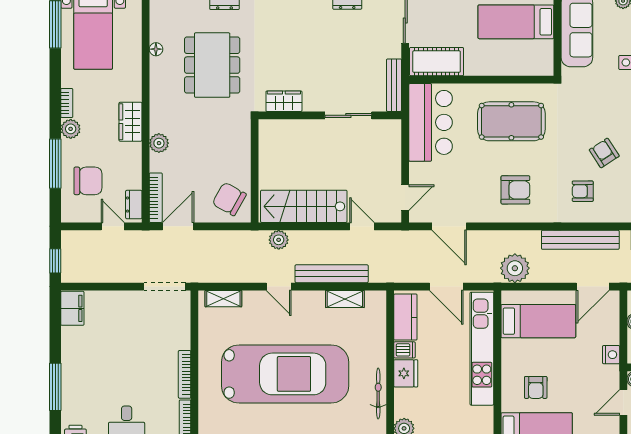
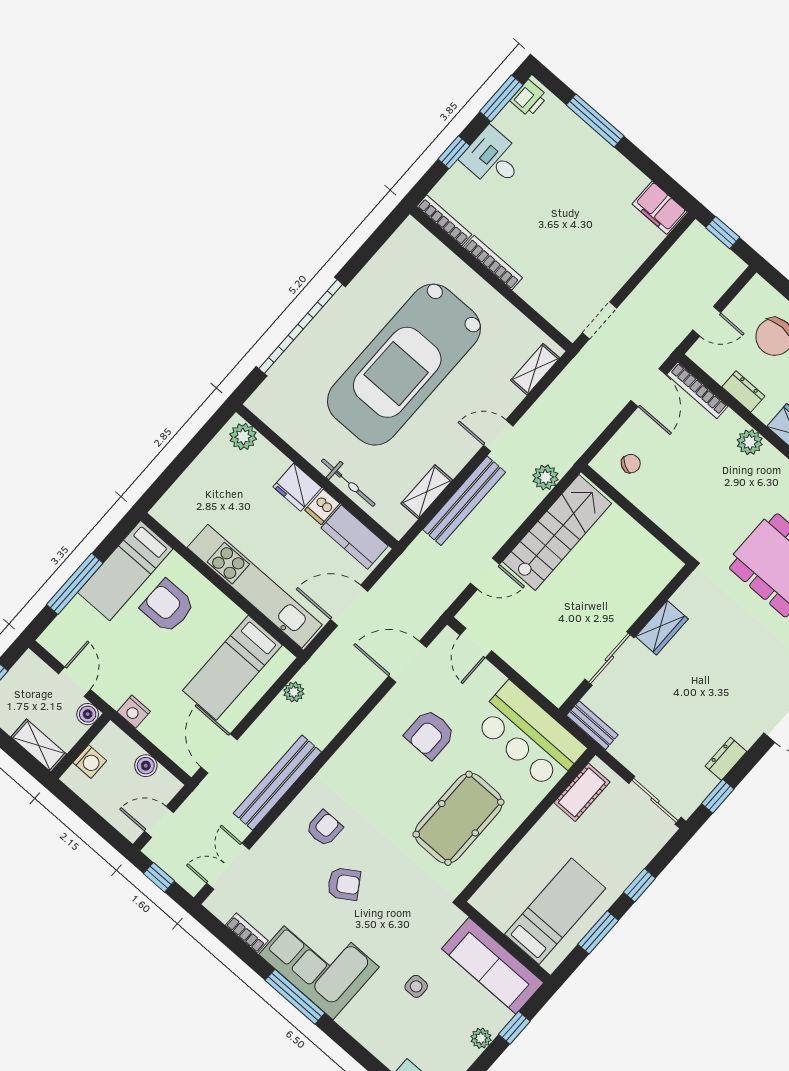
cot: (437, 62) -> (582, 792), width x0.73, depth x0.75
bench: (394, 85) -> (592, 725), width x0.73
wardrobe: (284, 101) -> (662, 628), moved
armchair: (515, 190) -> (430, 734), moved
chair: (229, 199) -> (631, 464), width x0.54, depth x0.54
dresser: (134, 205) -> (743, 391), moved
plant: (515, 268) -> (294, 692), width x0.53, depth x0.53
doorway: (165, 287) -> (600, 320), width x0.73
armchair: (536, 387) -> (168, 606), width x1.38, depth x1.38
bicycle: (378, 393) -> (348, 483), moved

